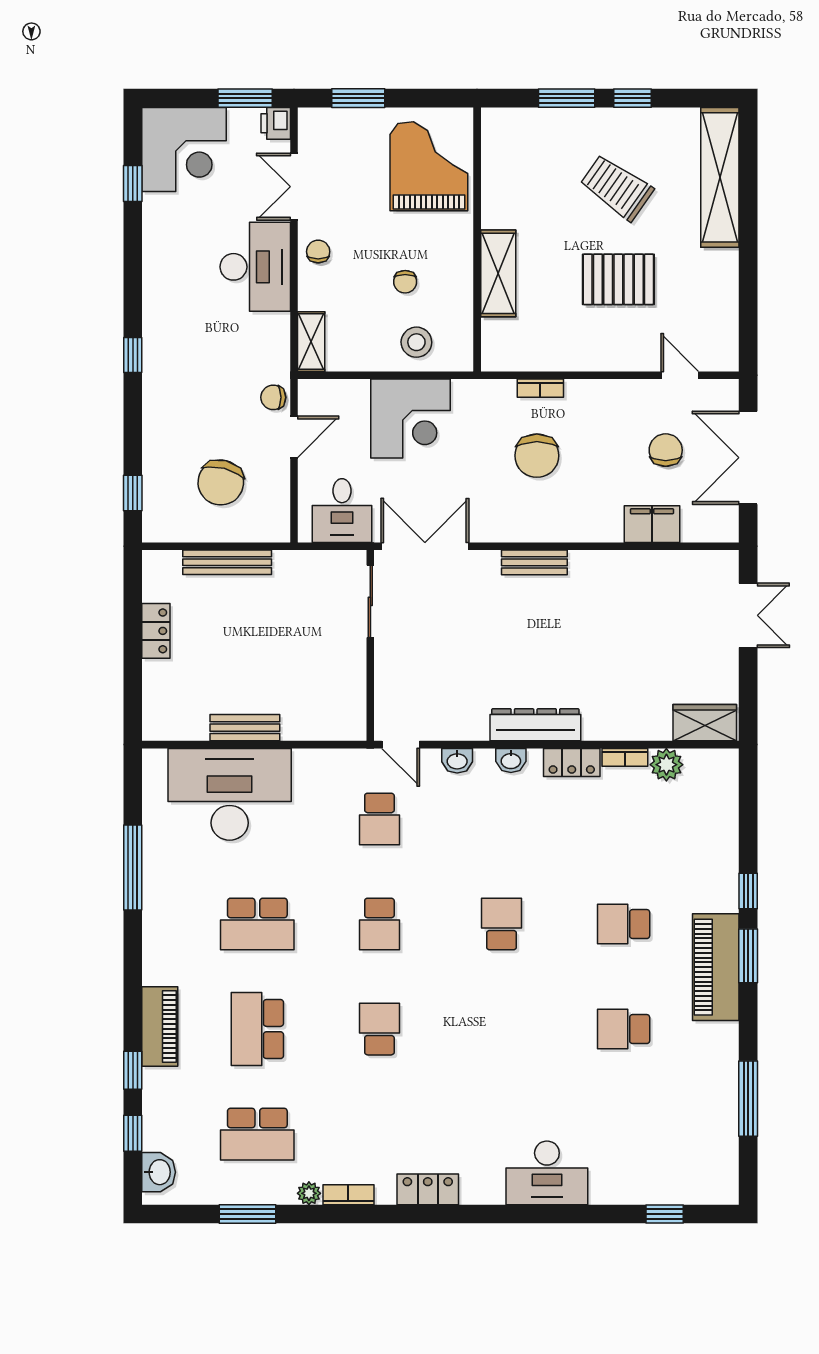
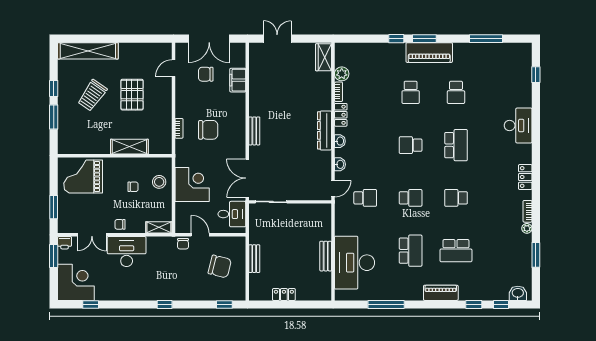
bench: (227, 562) -> (254, 259), width x0.73
piano: (160, 1026) -> (441, 293), moved
school desk: (257, 1134) -> (456, 145), moved

